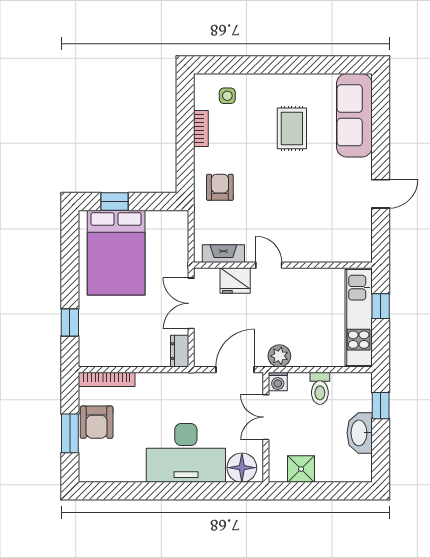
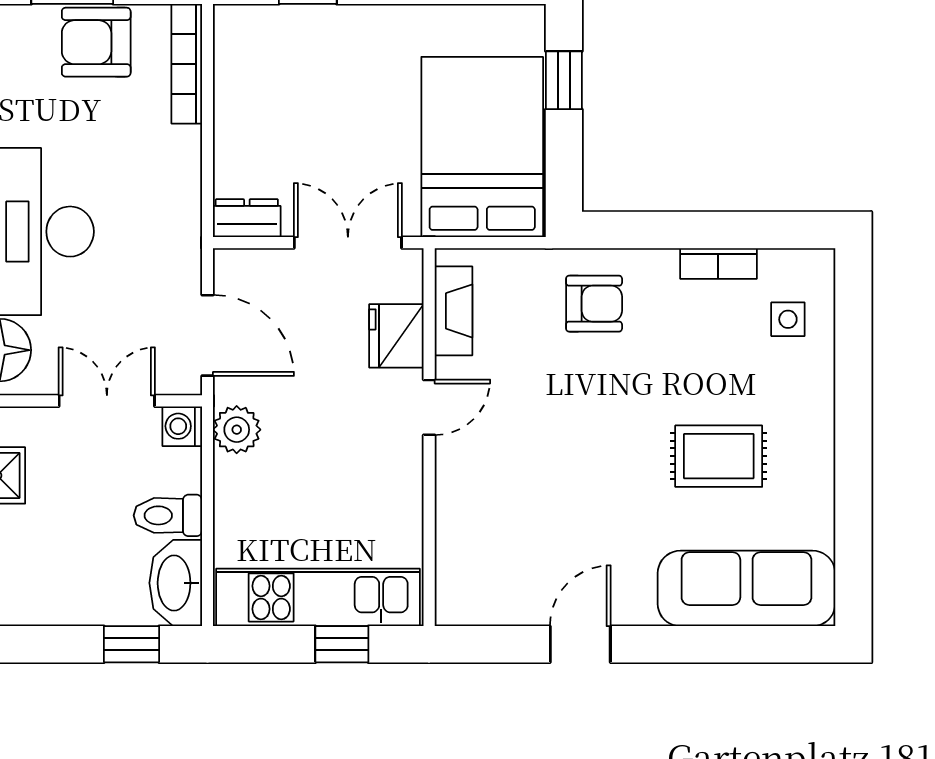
door: (381, 194) -> (580, 644), swing flipped
bed: (116, 253) -> (482, 147), moved, turned 90
washbasin: (360, 433) -> (176, 583), moved, turned -90

